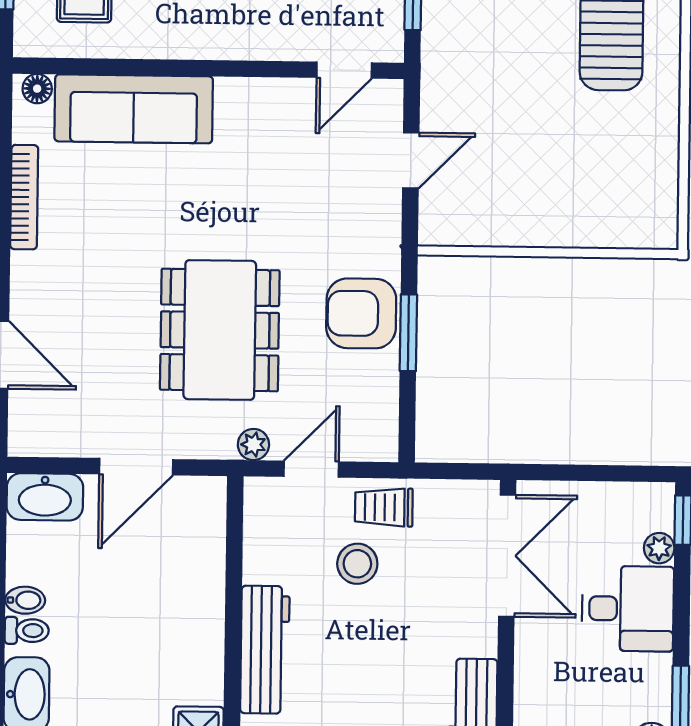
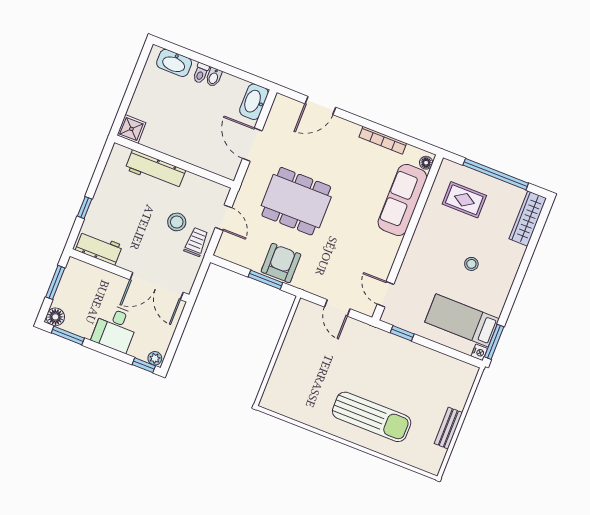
plant: (253, 445) -> (243, 197), removed
plant: (659, 548) -> (155, 358), moved

